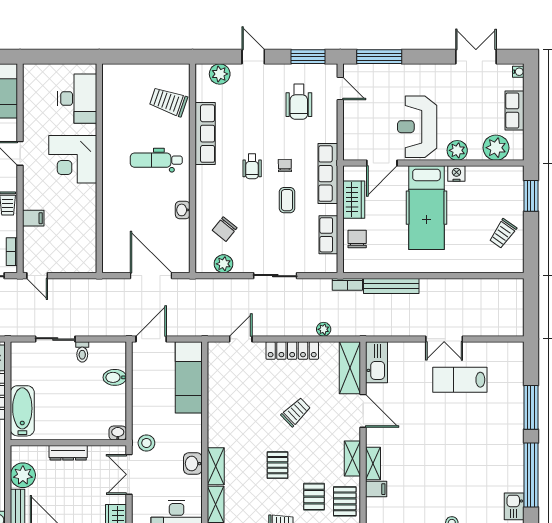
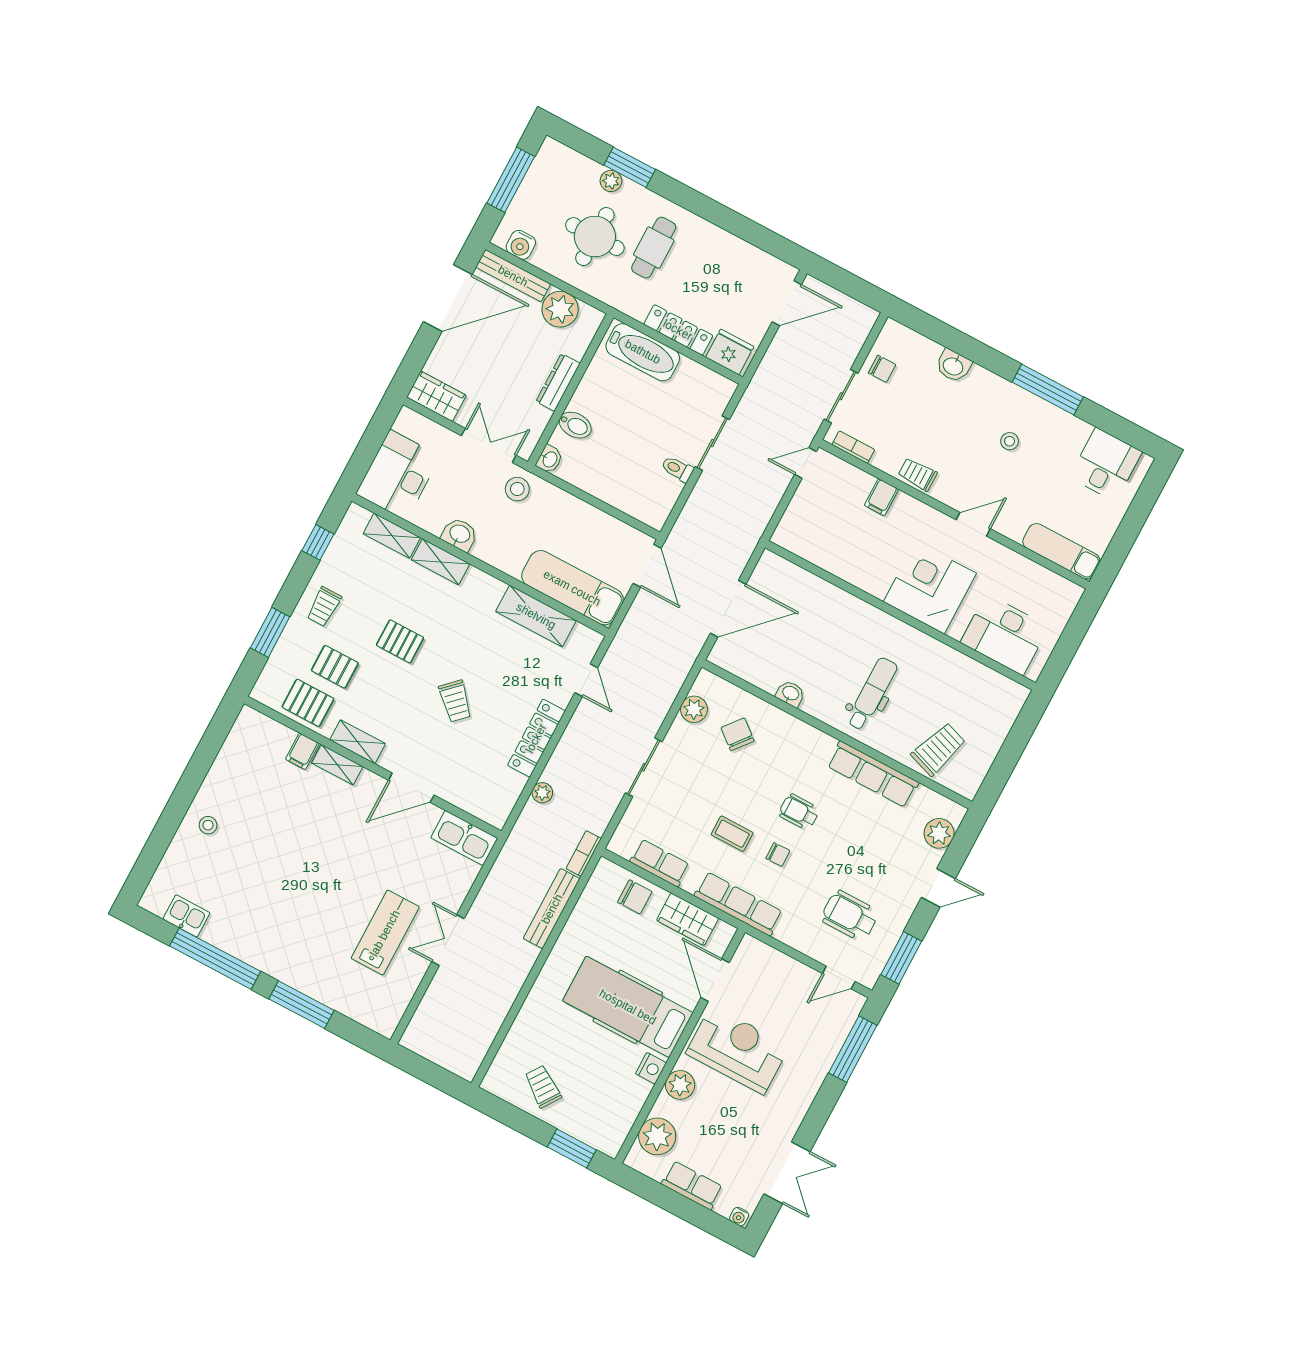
shelving: (350, 368) -> (536, 616), moved
bidet: (115, 377) -> (575, 425), moved, turned 90

